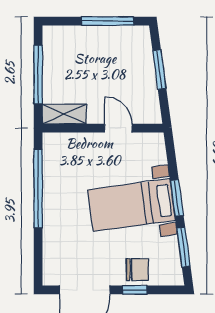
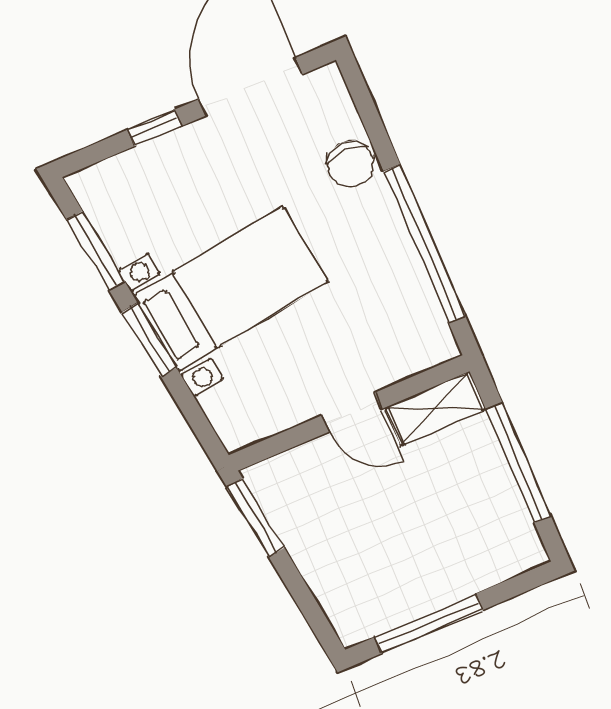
window: (159, 70) -> (256, 518), moved
door: (118, 128) -> (352, 412), moved
chair: (137, 270) -> (350, 164), moved, turned -90

